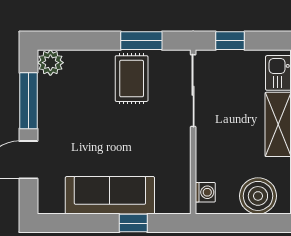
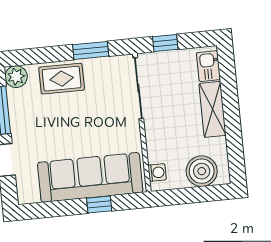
rug: (132, 79) -> (62, 79), moved, turned 90
sofa: (110, 195) -> (90, 177), width x1.36, depth x1.27

